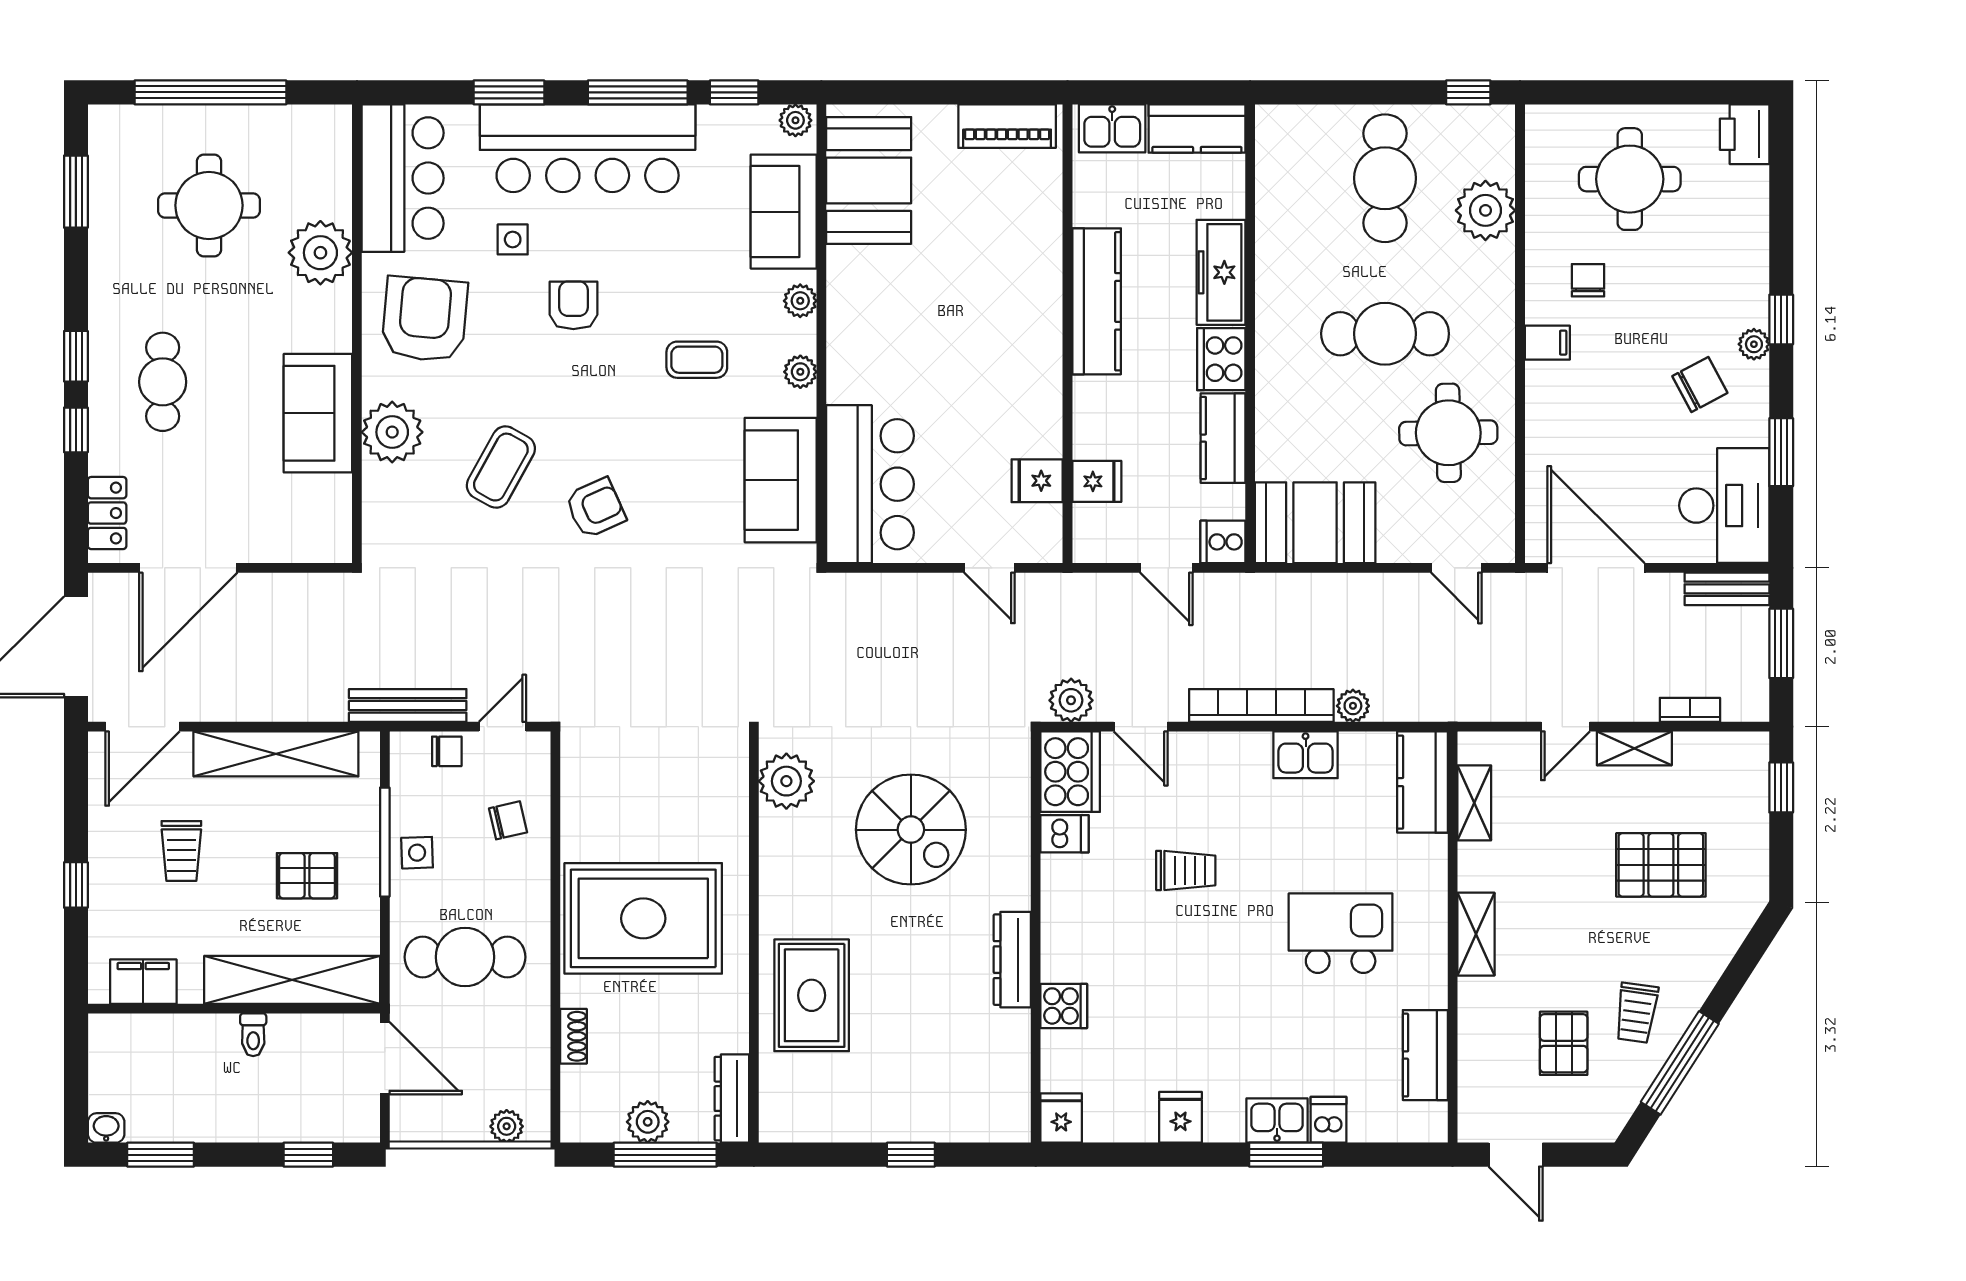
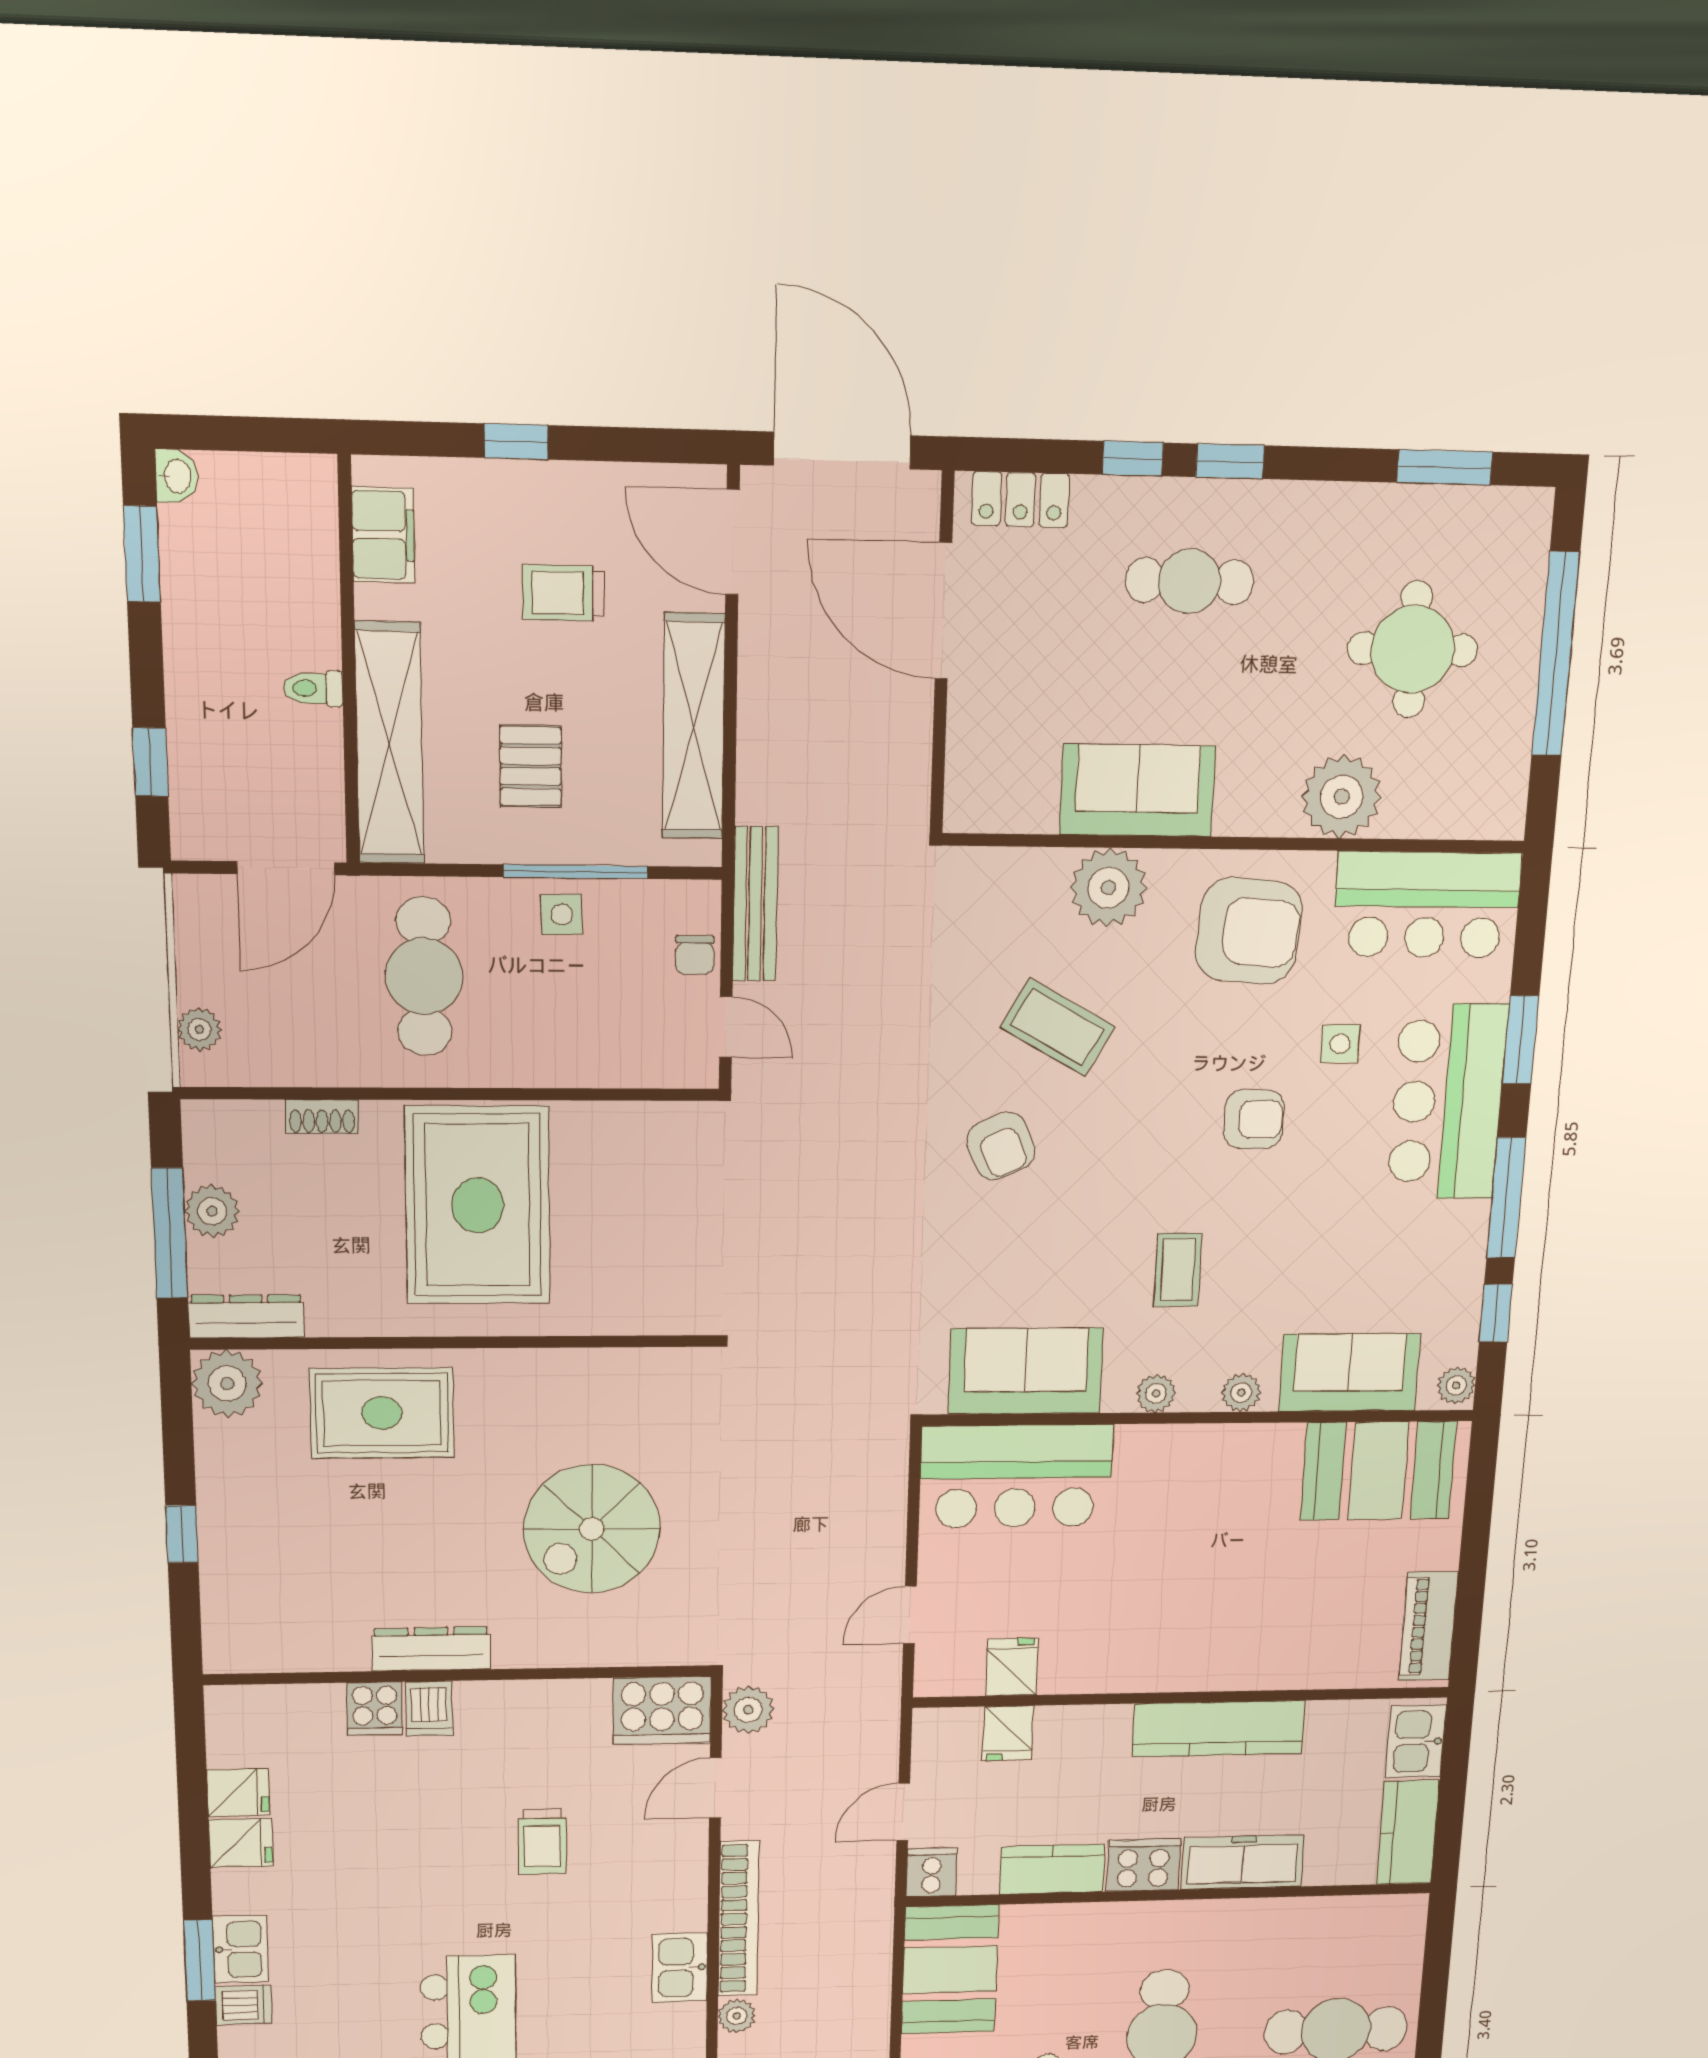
bar counter: (588, 148) -> (1447, 1102), width x0.73
plant: (786, 781) -> (227, 1384), moved
chair: (508, 820) -> (604, 1034), removed
dishwasher: (1065, 834) -> (429, 1709), moved
fridge: (1061, 1118) -> (238, 1793), moved

